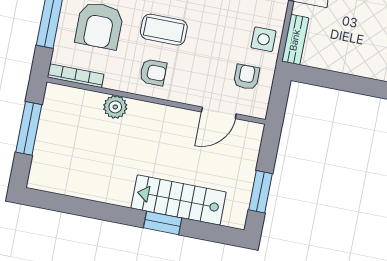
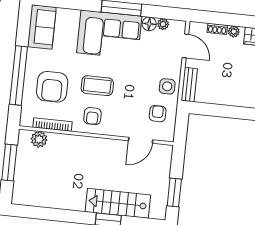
armchair: (153, 72) -> (92, 116), turned 90
bookcase: (76, 76) -> (52, 125), moved
plant: (115, 107) -> (39, 139), moved

